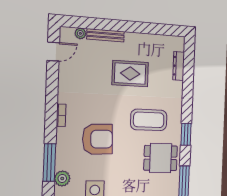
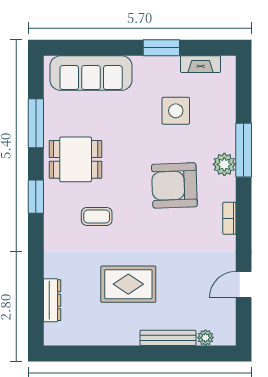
door: (53, 52) -> (244, 285), moved
coffee table: (149, 120) -> (97, 216), width x0.54, depth x0.58
plant: (62, 178) -> (224, 164), moved

